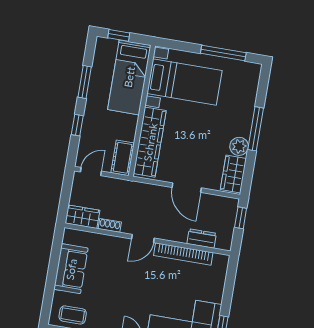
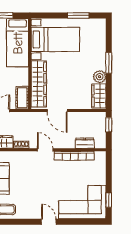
window: (223, 53) -> (78, 15), width x0.69
window: (256, 129) -> (109, 63), width x0.69
door: (187, 188) -> (57, 111), moved
door: (143, 238) -> (45, 150), swing flipped

